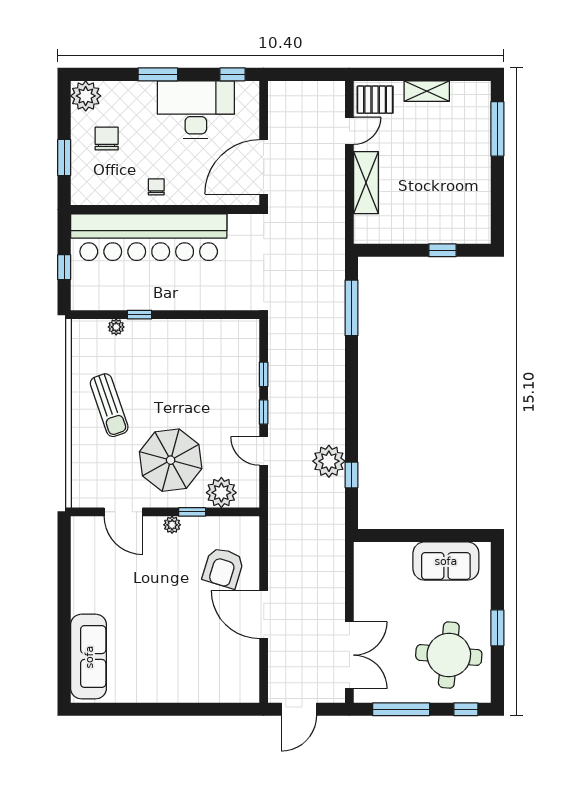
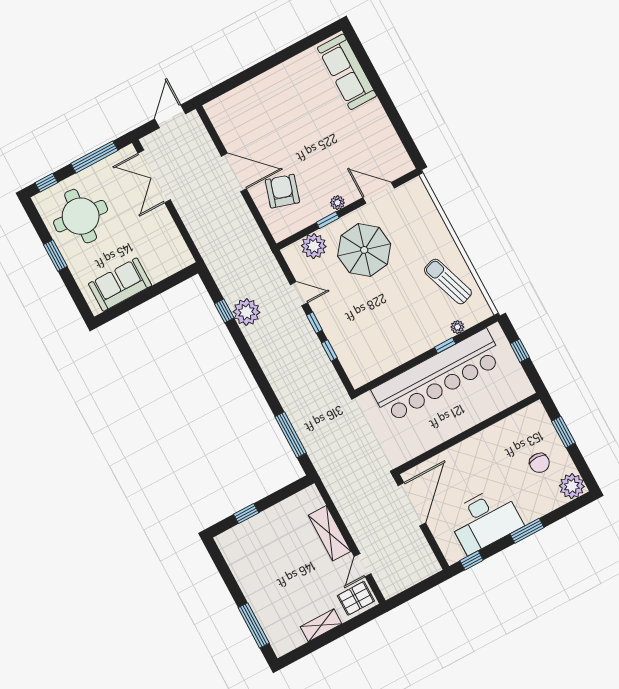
chair: (156, 187) -> (483, 447), removed
bar counter: (149, 237) -> (438, 376), moved, turned 180
sun lounger: (109, 405) -> (448, 282), moved

